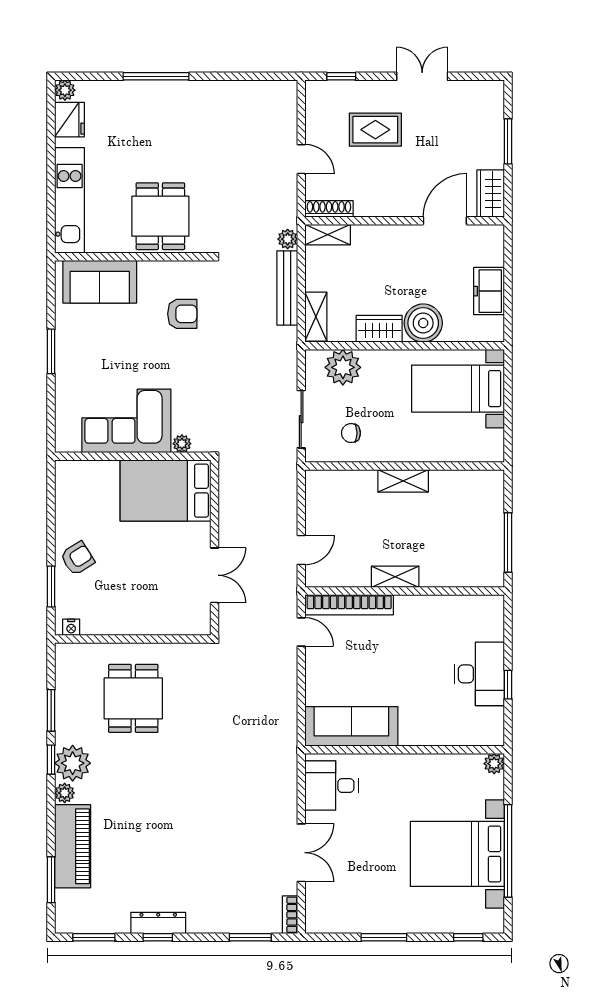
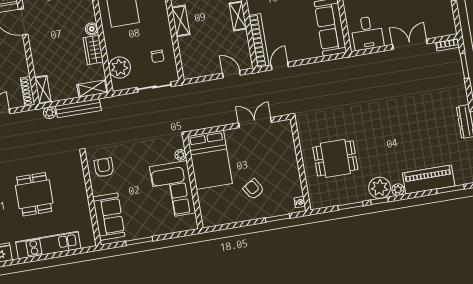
dining table: (160, 216) -> (34, 194), moved, turned 90
wall: (133, 257) -> (91, 200), moved
sofa: (100, 282) -> (109, 217), moved
boiler: (423, 323) -> (92, 29), width x0.54, depth x0.54
armchair: (77, 558) -> (254, 189), moved

